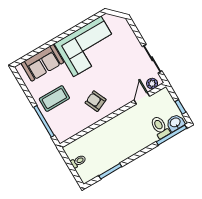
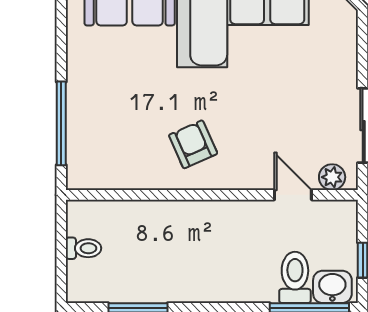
door: (142, 98) -> (293, 195), hinge flipped
coffee table: (54, 99) -> (111, 89), removed

